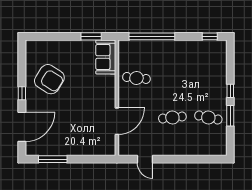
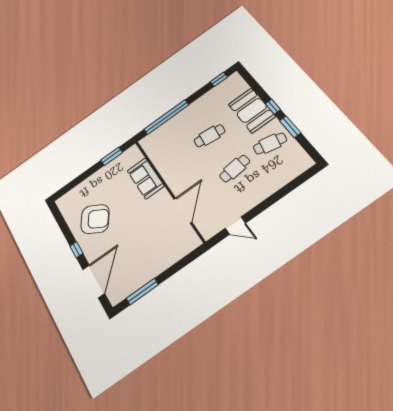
sofa: (106, 57) -> (146, 178), moved
cafe table: (136, 78) -> (210, 136), moved
booth: (214, 82) -> (252, 110), added

